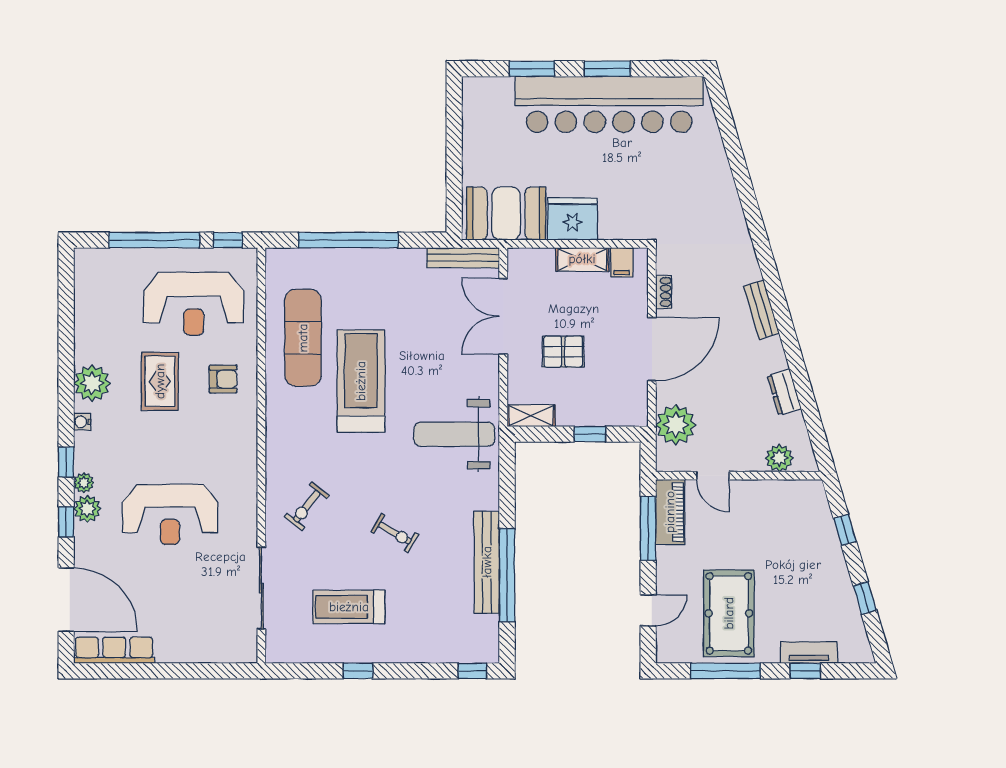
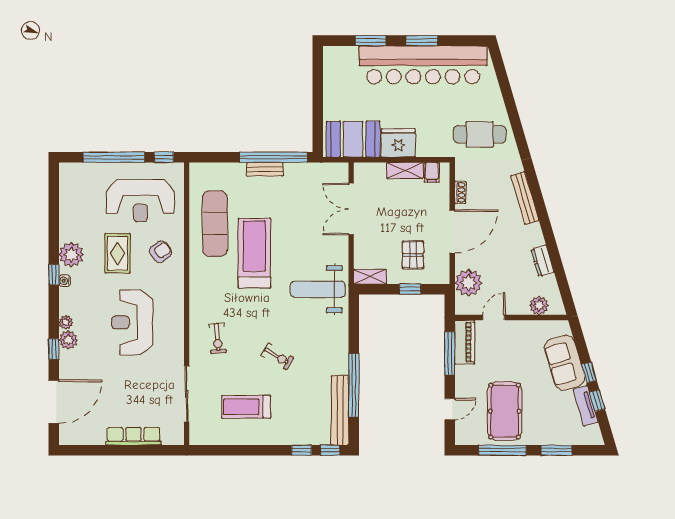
cafe table: (692, 207) -> (480, 134), added
window: (348, 240) -> (273, 157), moved
bench: (463, 258) -> (265, 169), moved, width x0.73
bench: (762, 310) -> (525, 198), width x1.36
pallet: (563, 352) -> (413, 255), moved, turned 90
armchair: (223, 379) -> (161, 252), turned -37
window: (66, 462) -> (54, 275), moved
door: (713, 476) -> (494, 317), swing flipped
exercise bike: (307, 506) -> (217, 338), turned -43
reception desk: (170, 514) -> (132, 322), moved, turned 90
window: (845, 530) -> (589, 372), moved
sofa: (817, 542) -> (565, 363), added
bench: (487, 562) -> (340, 410), moved
door: (66, 600) -> (54, 402), hinge flipped
row of seats: (114, 650) -> (133, 436), moved
tv unit: (809, 652) -> (586, 406), moved, turned -106
window: (358, 671) -> (302, 450), moved
window: (805, 671) -> (557, 450), width x1.50

